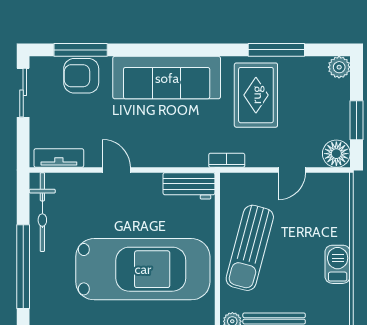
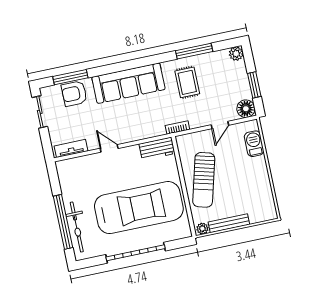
rug: (256, 95) -> (187, 82), width x0.73, depth x0.70
bicycle: (42, 212) -> (77, 227), moved
barbecue: (338, 264) -> (254, 144), moved

